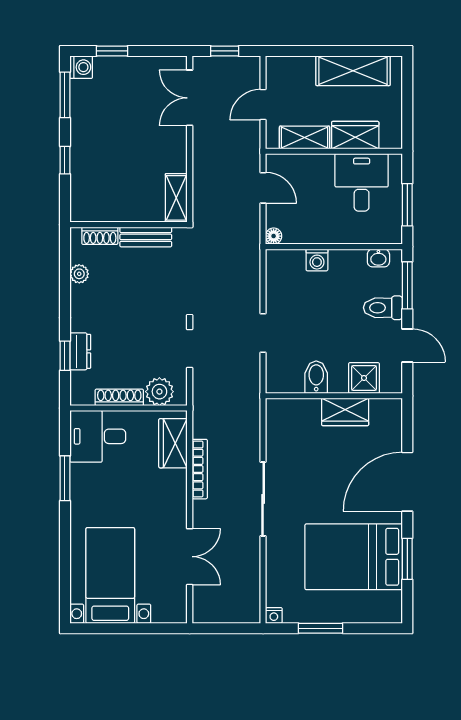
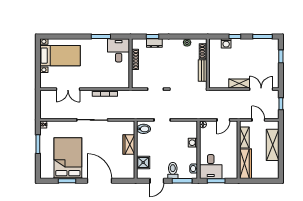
washing machine: (81, 67) -> (226, 43), moved
shelving: (353, 71) -> (273, 145), moved
wardrobe: (355, 135) -> (245, 164), width x1.50
desk: (362, 182) -> (211, 167), moved, turned 90
shelving: (176, 198) -> (239, 83), moved
bidet: (316, 377) -> (144, 129), moved
plant: (159, 392) -> (137, 76), removed
wardrobe: (345, 412) -> (129, 144), moved
wardrobe: (173, 443) -> (116, 82), removed

